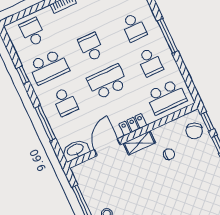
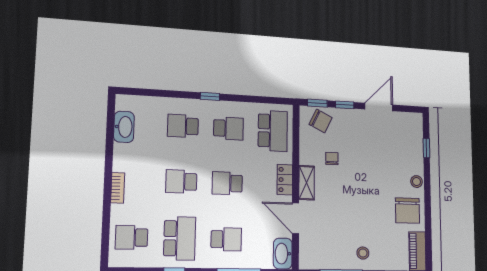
school desk: (134, 27) -> (183, 126), turned 180
window: (167, 36) -> (210, 96), width x0.46
school desk: (107, 82) -> (227, 183), width x0.54

